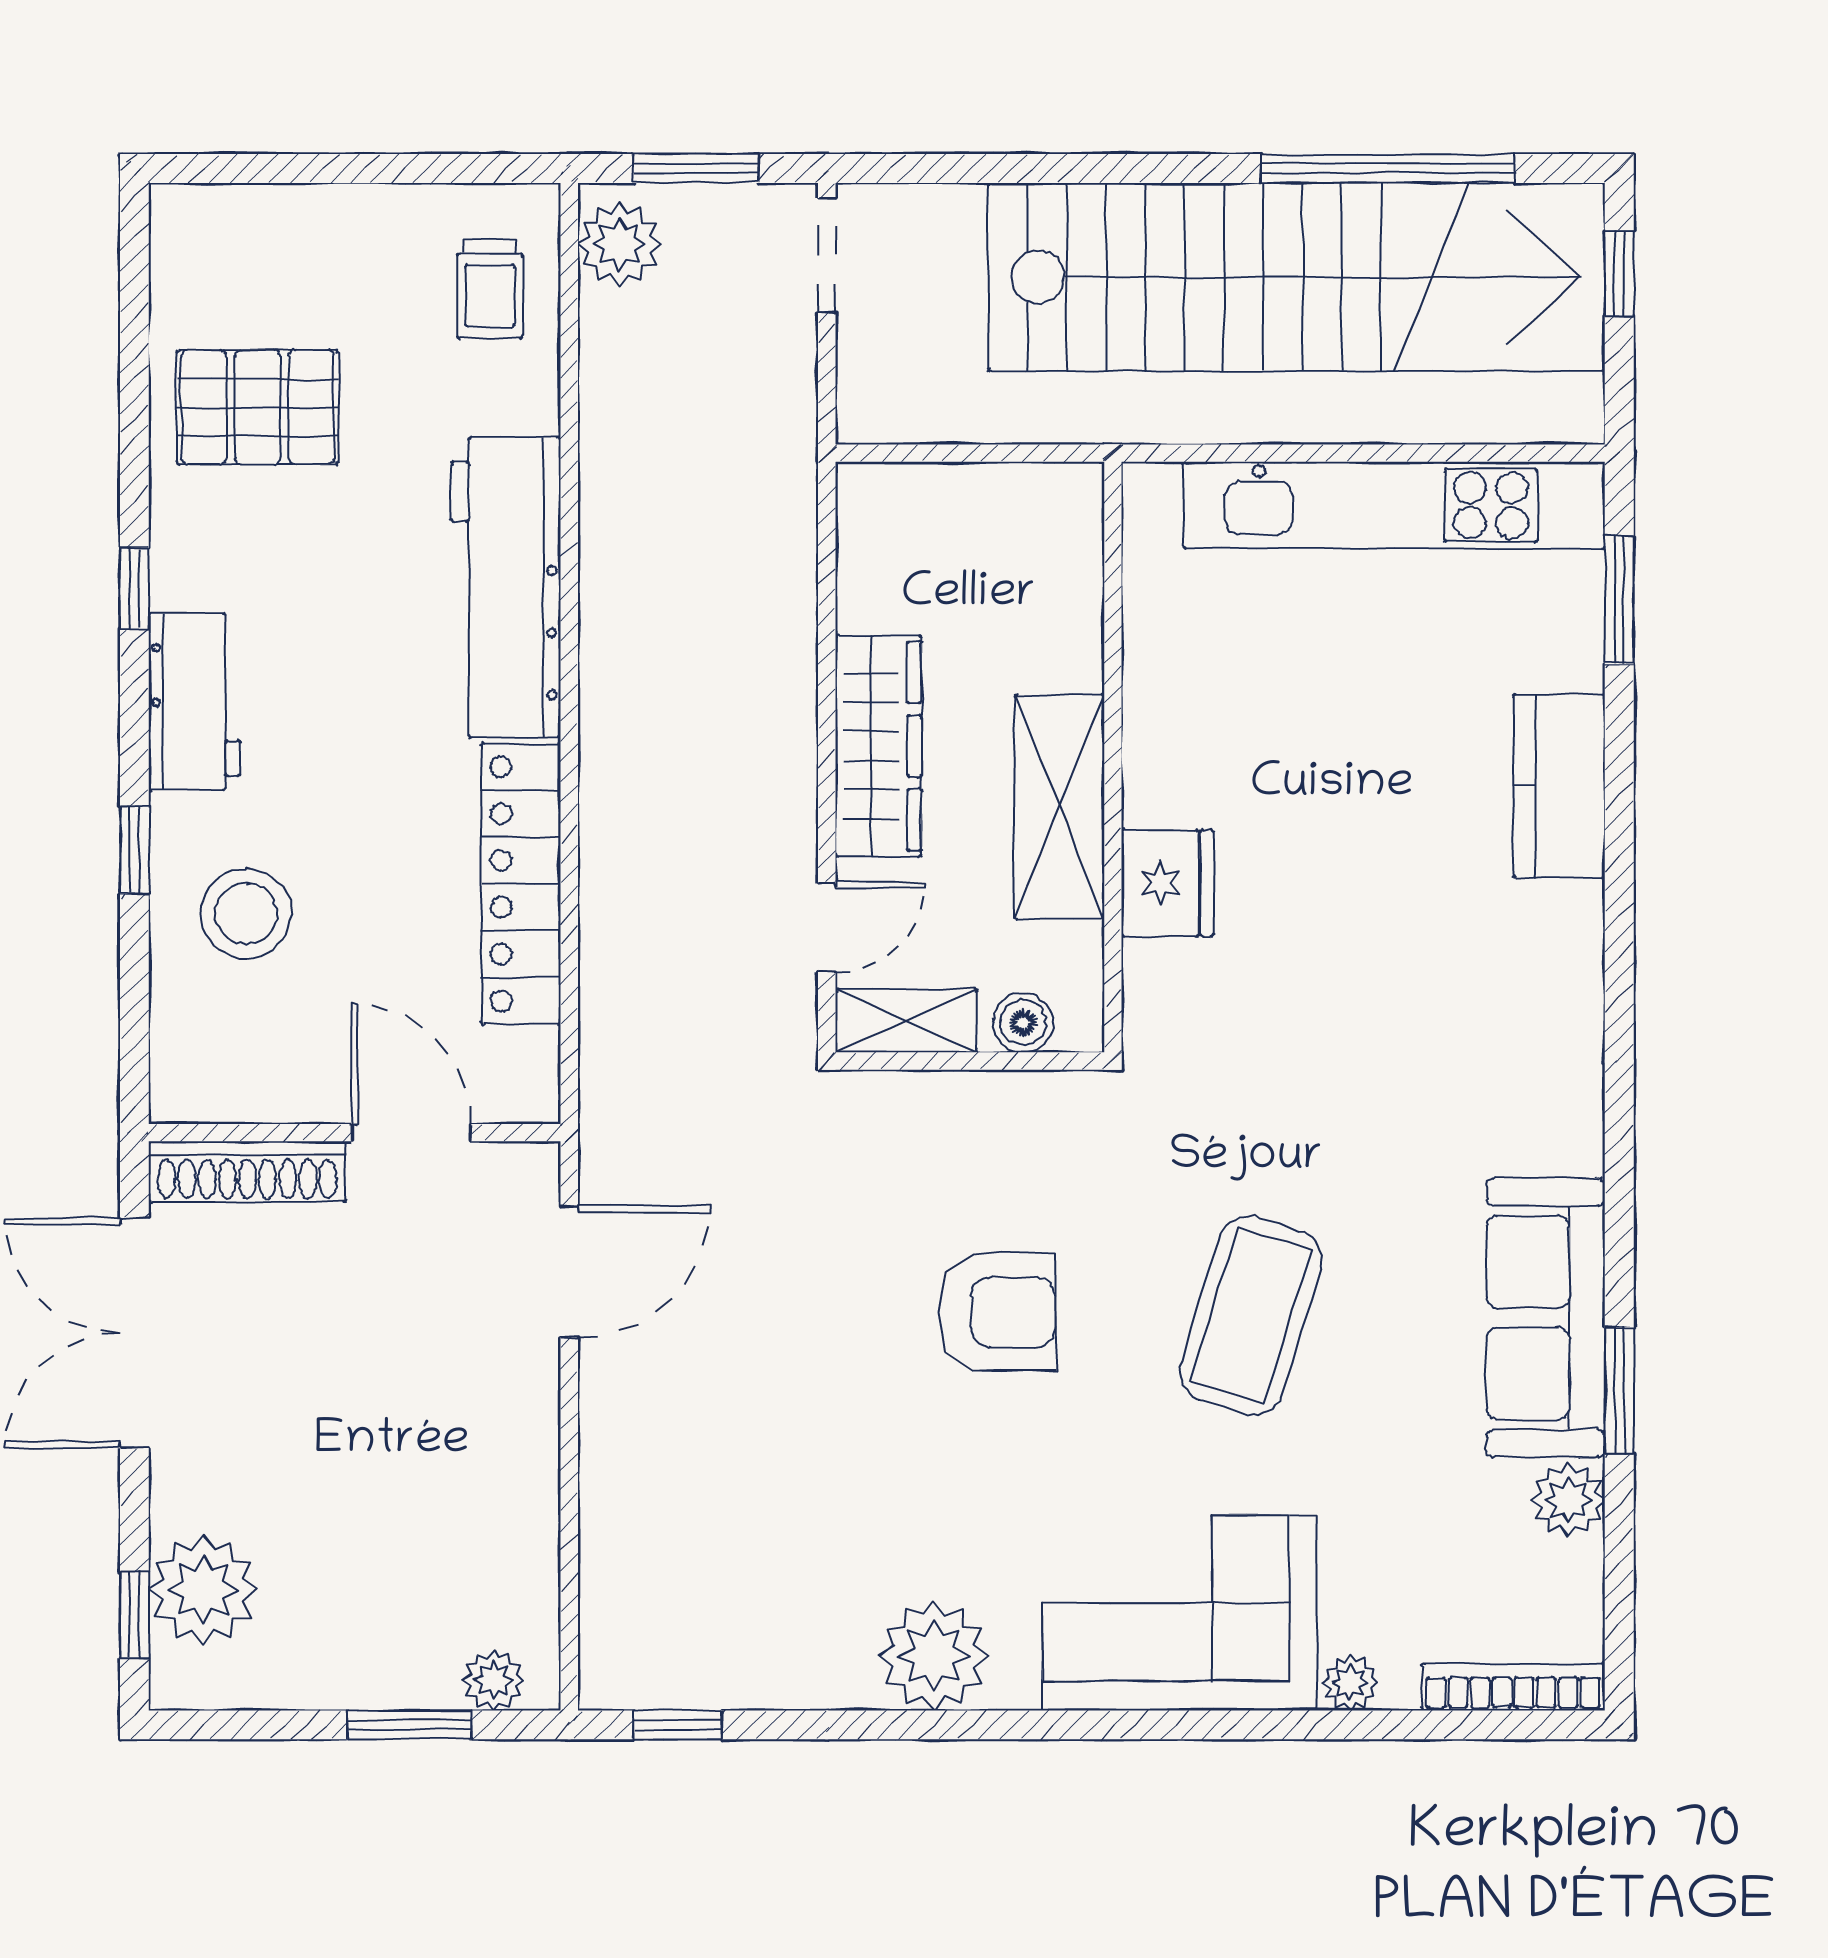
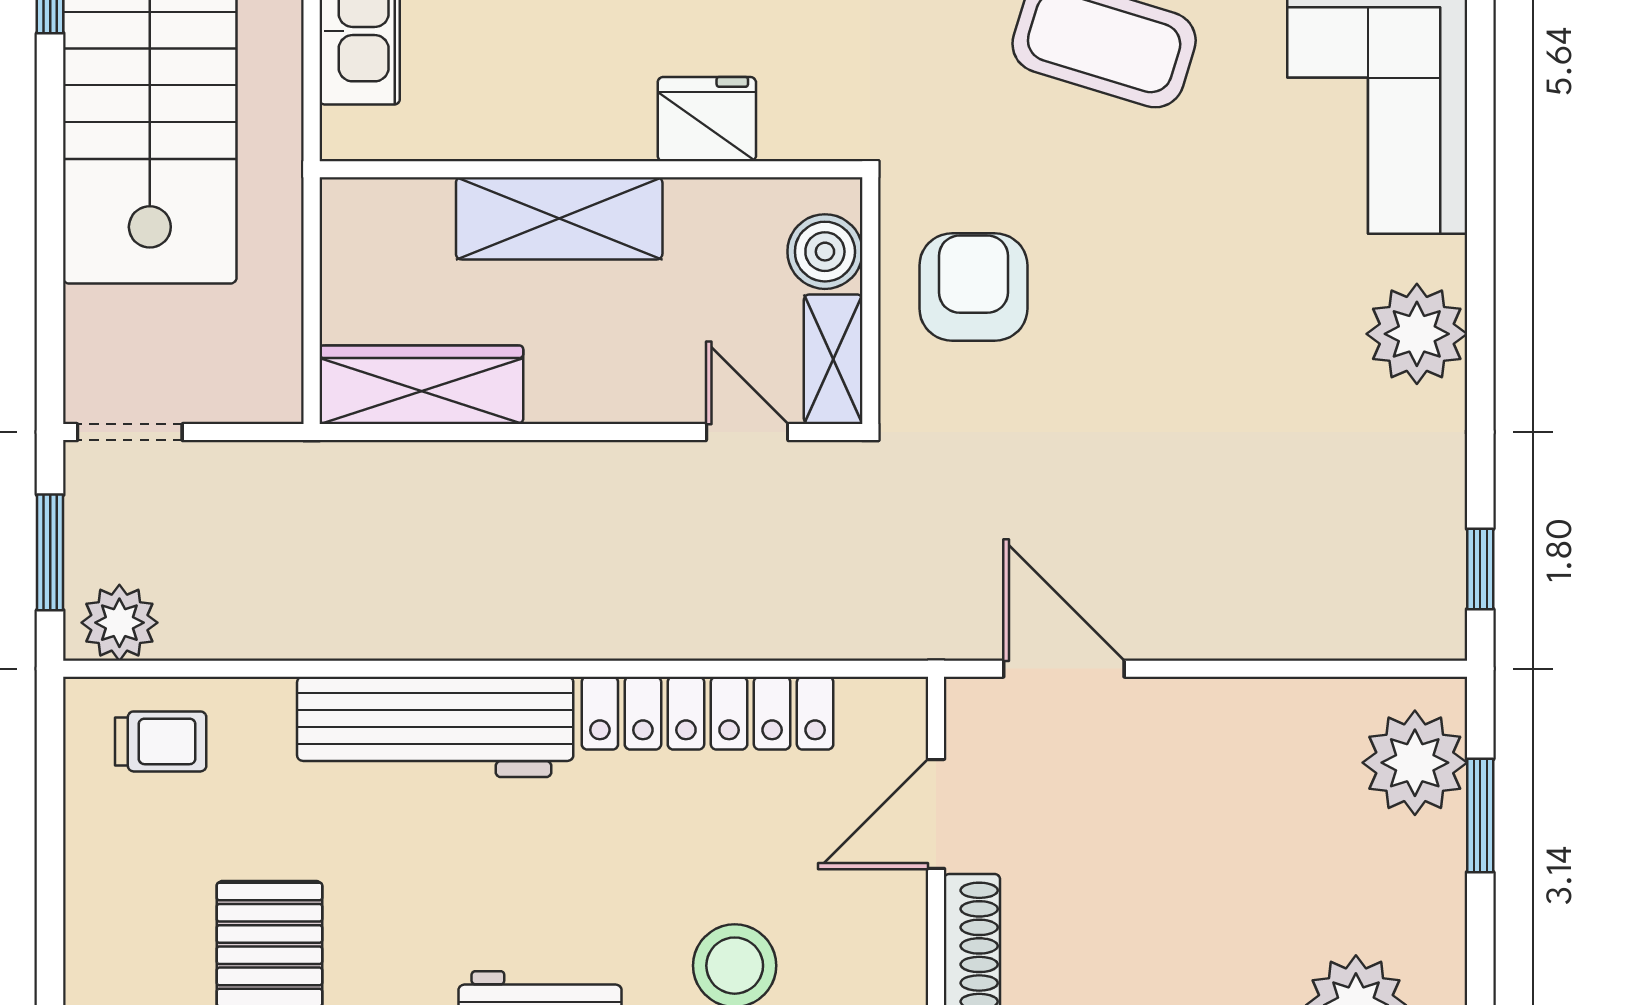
wardrobe: (878, 746) -> (421, 385), moved
shelving: (1059, 807) -> (559, 218), moved
boiler: (1023, 1023) -> (825, 252), width x1.36, depth x1.36
armchair: (997, 1312) -> (973, 287), moved
plant: (493, 1680) -> (1415, 763), width x1.88, depth x1.88

